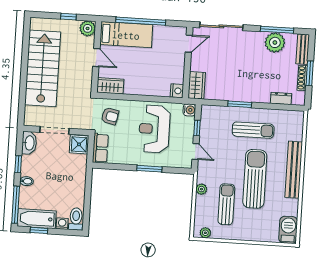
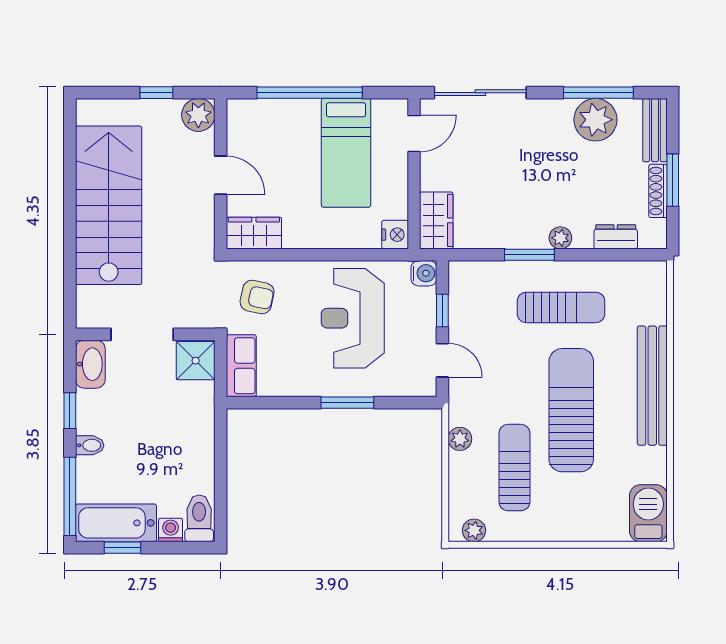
bed: (126, 35) -> (346, 153), moved, turned 90
plant: (255, 97) -> (560, 238), added

